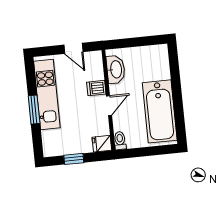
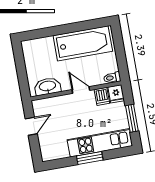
dishwasher: (96, 88) -> (102, 96), moved
kitchen unit: (47, 94) -> (100, 143), moved
window: (74, 159) -> (132, 118), width x1.50

